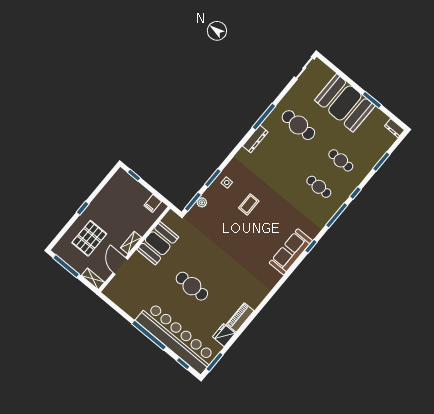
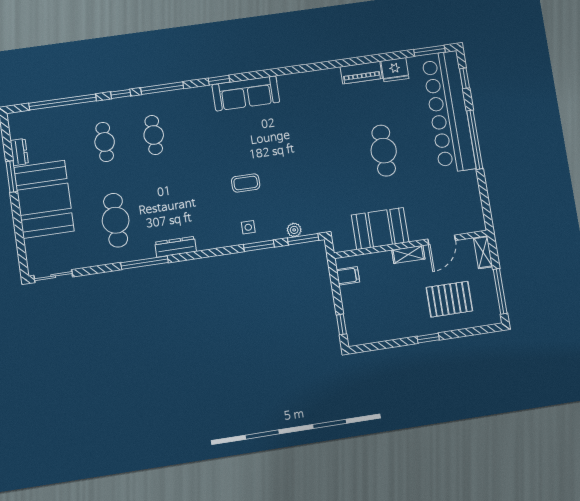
dresser: (394, 128) -> (19, 152), moved
window: (381, 162) -> (63, 102), width x2.11

